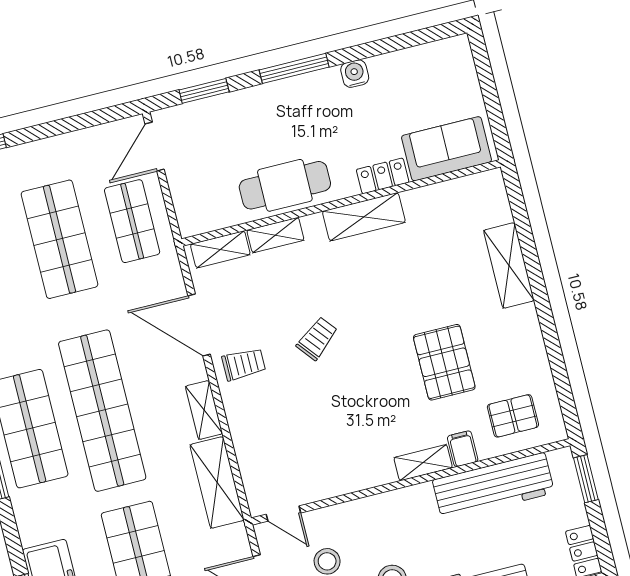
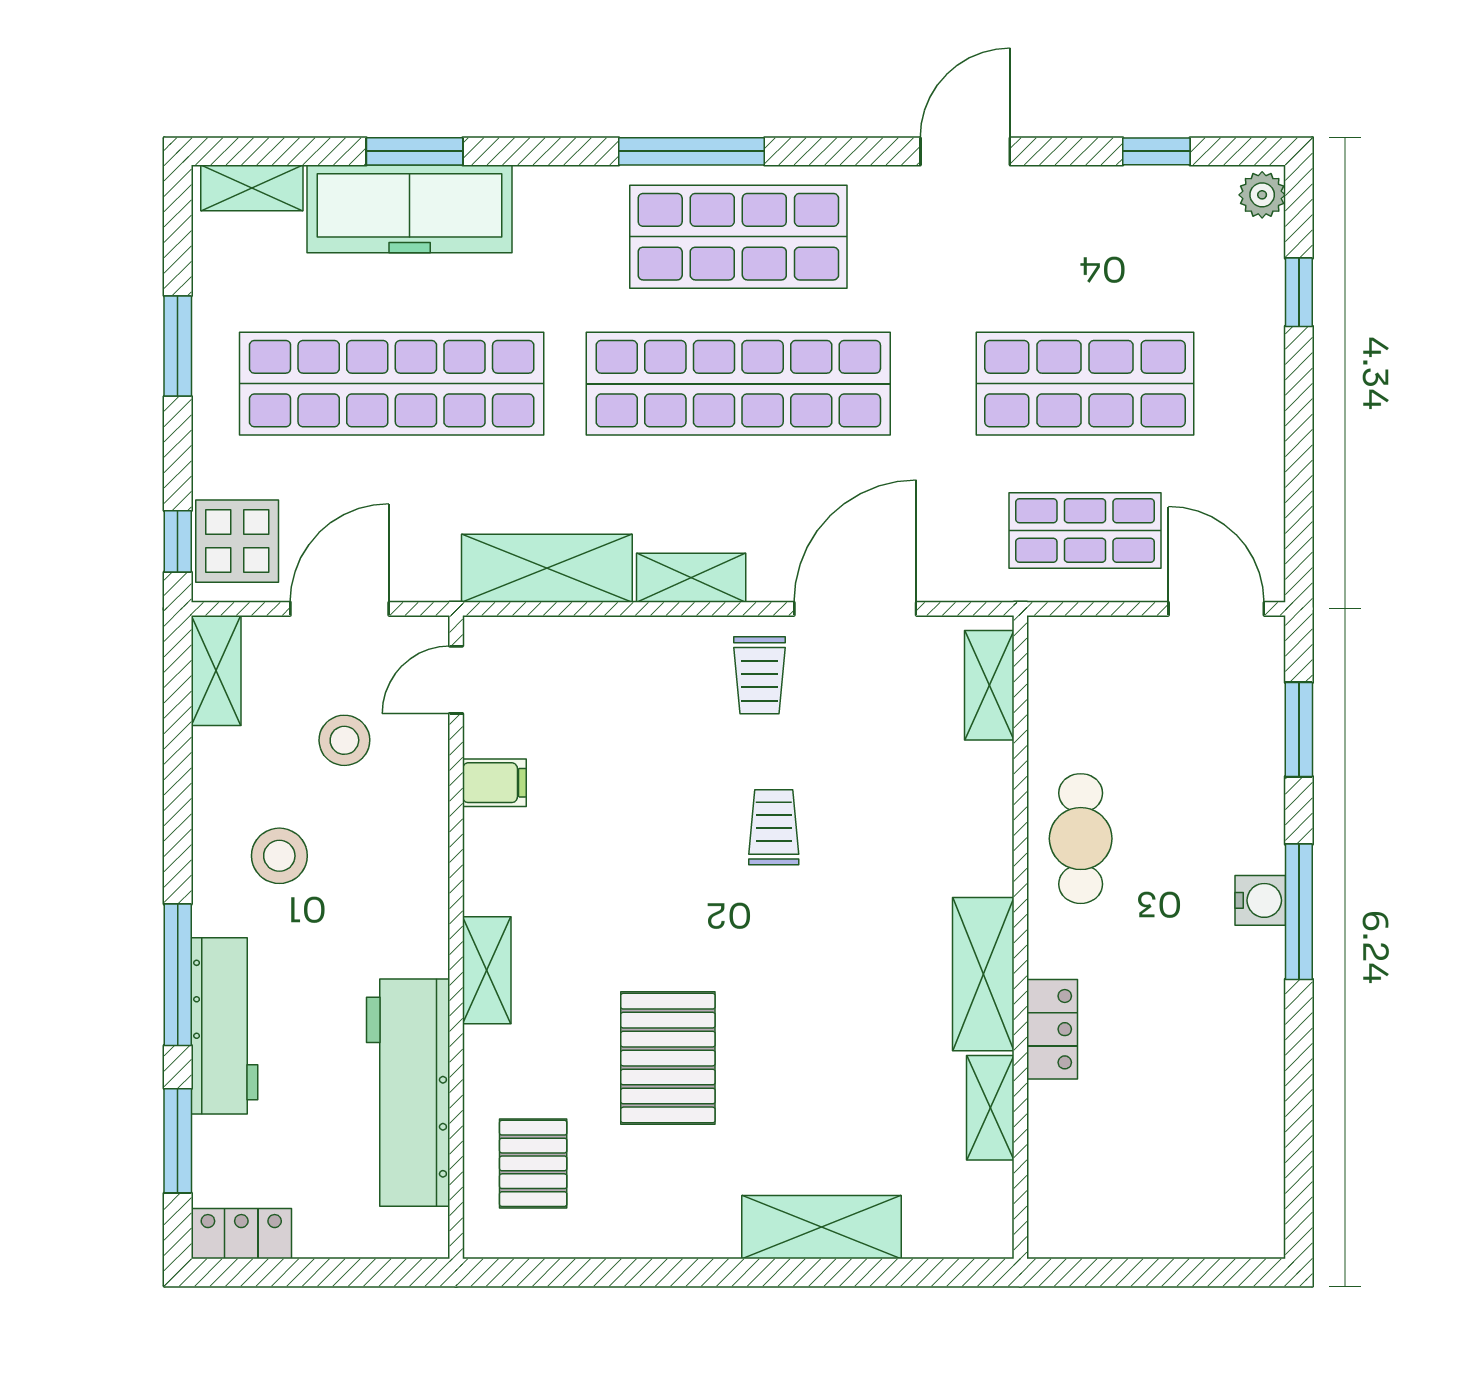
water cooler: (355, 74) -> (1260, 900), moved
sofa: (446, 149) -> (1073, 1164), removed
cafe table: (285, 185) -> (1081, 839), width x0.73, depth x0.74
shelving: (275, 235) -> (990, 1108), moved
trolley: (317, 338) -> (774, 827), turned -141
pallet: (444, 362) -> (668, 1058), turned 90
filing cabinet: (463, 449) -> (494, 783), moved
window: (586, 479) -> (379, 1273), removed

